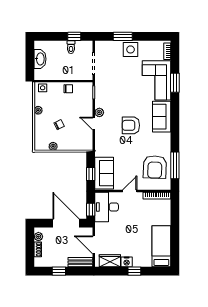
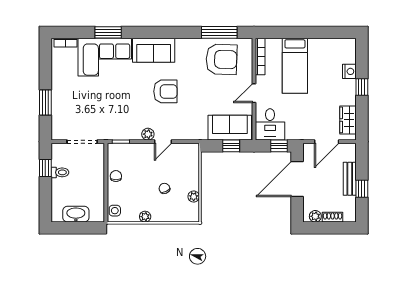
side table: (131, 49) -> (63, 92), removed
armchair: (131, 125) -> (165, 91), turned -90
door: (130, 191) -> (254, 93), hinge flipped
desk: (107, 207) -> (270, 124), width x0.73
bed: (161, 246) -> (295, 66), moved, turned -90
bench: (80, 262) -> (350, 179), moved
nightstand: (127, 262) -> (349, 71), moved

